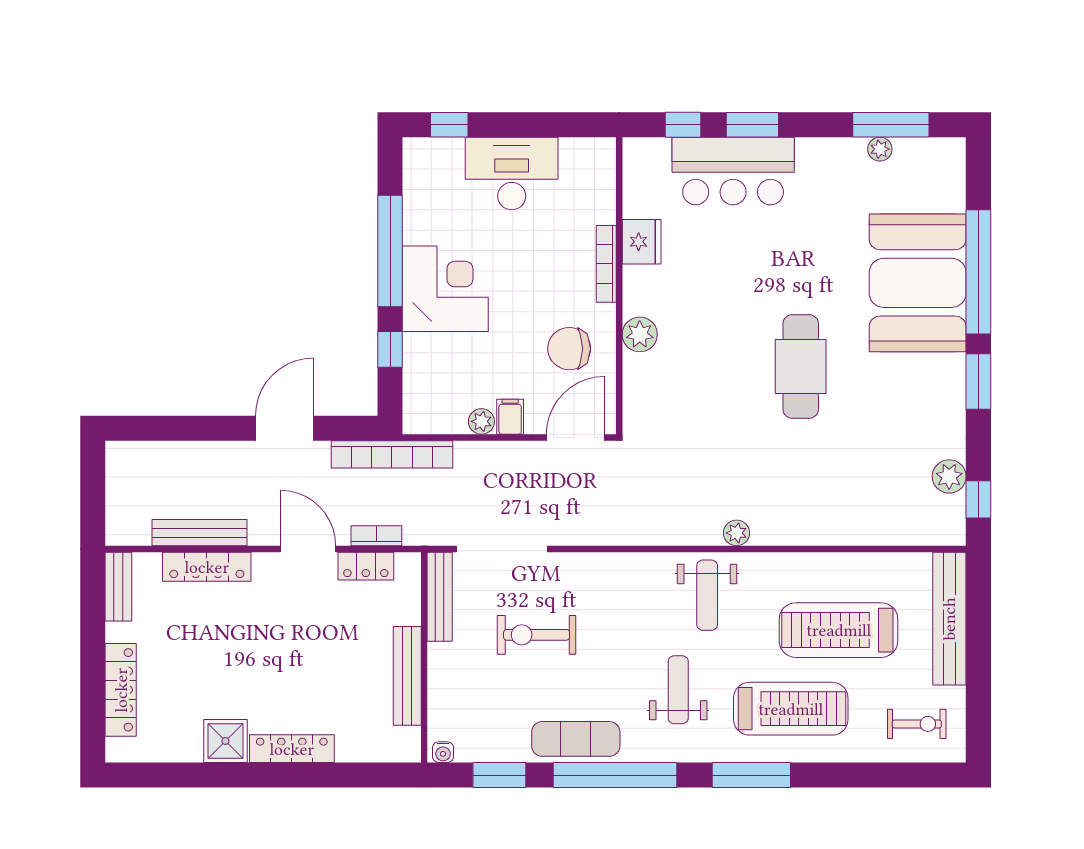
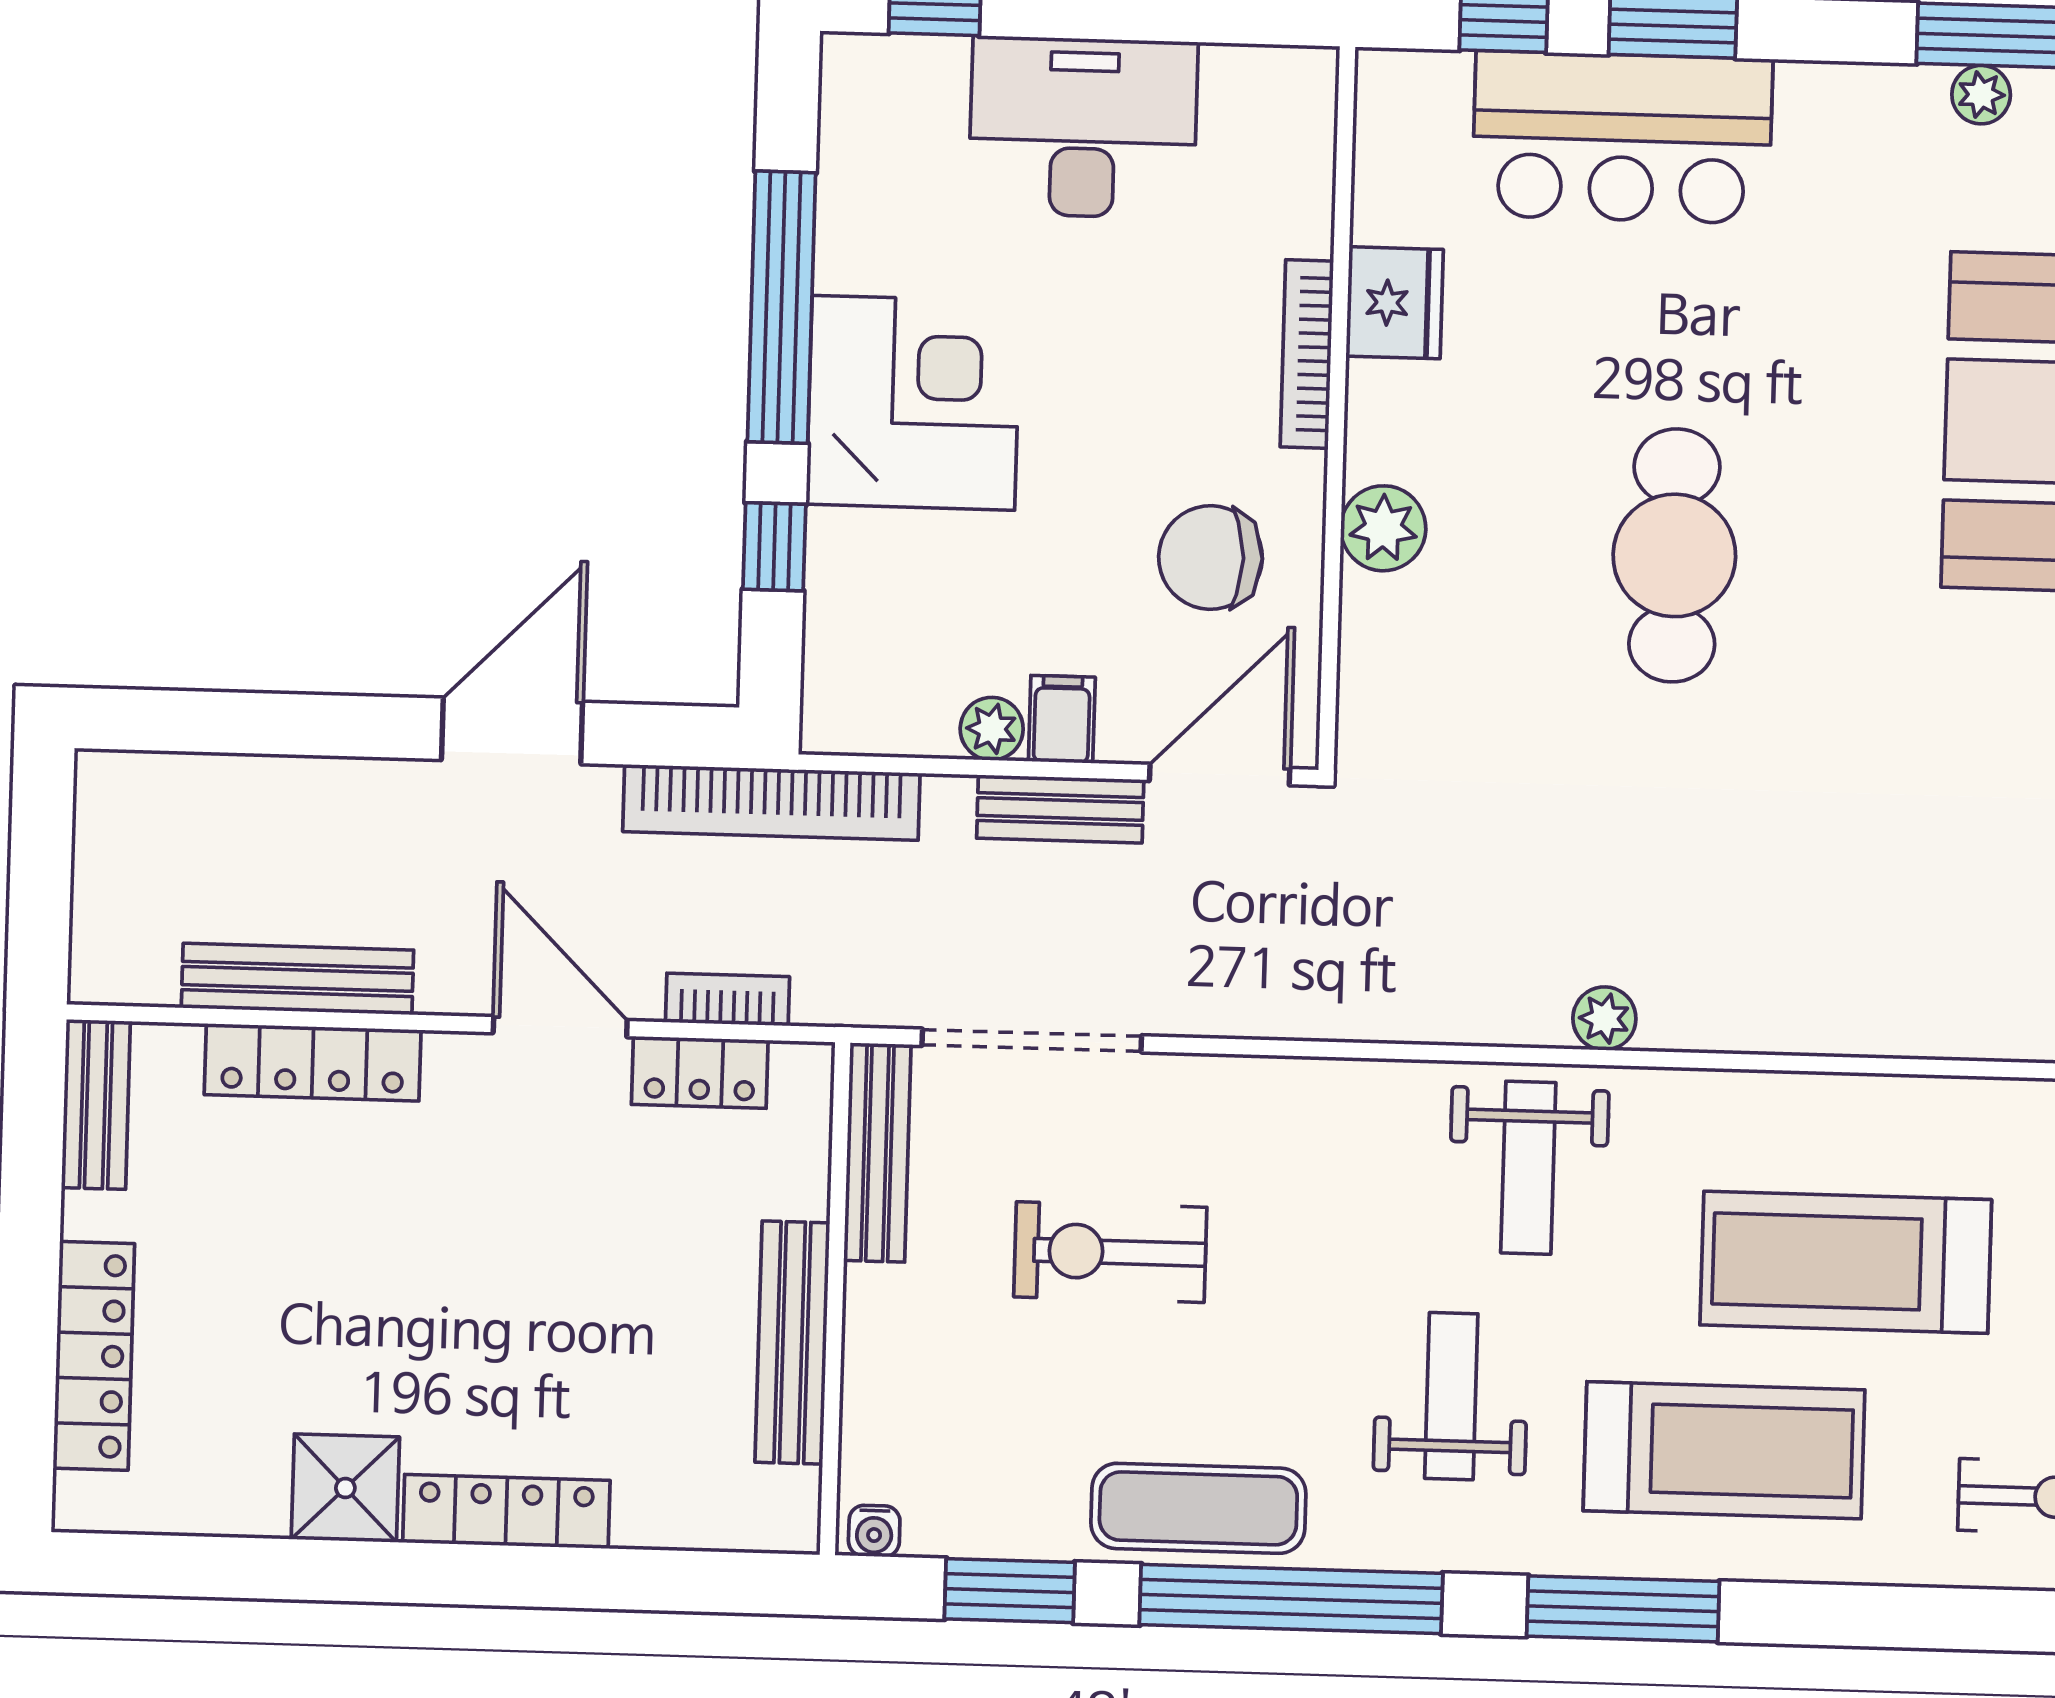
cafe table: (801, 367) -> (1674, 555), moved
bench: (511, 454) -> (1060, 809), added

